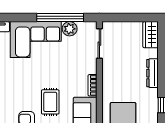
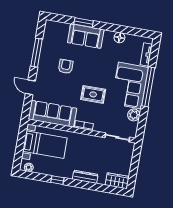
window: (60, 18) -> (148, 87), moved
rug: (50, 102) -> (93, 94), moved

